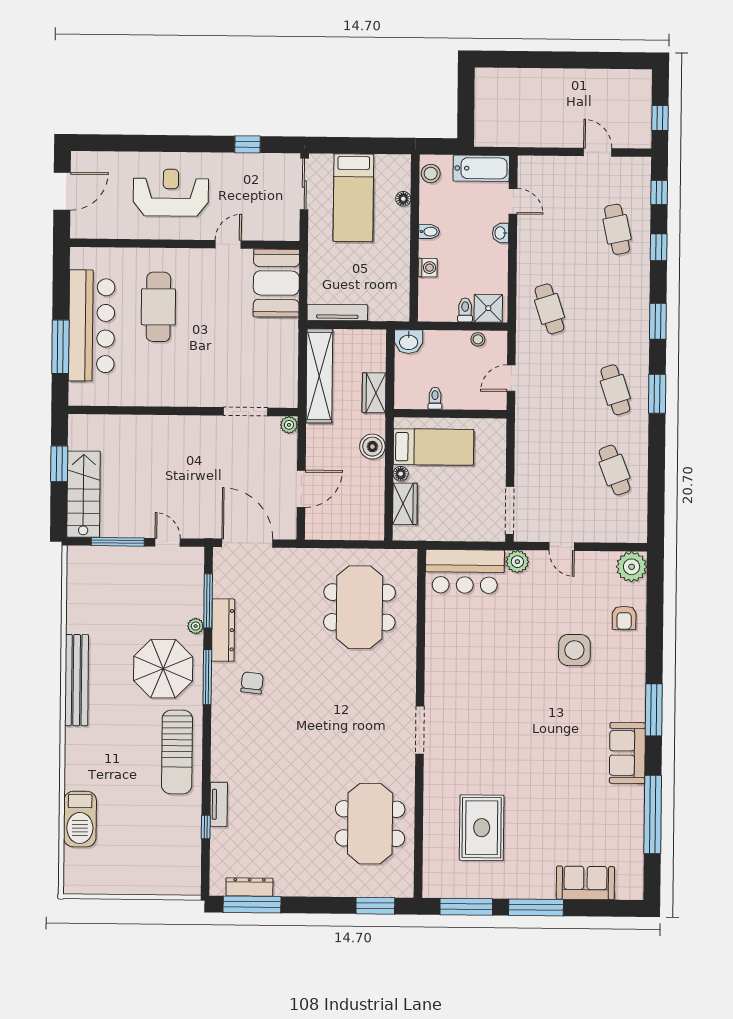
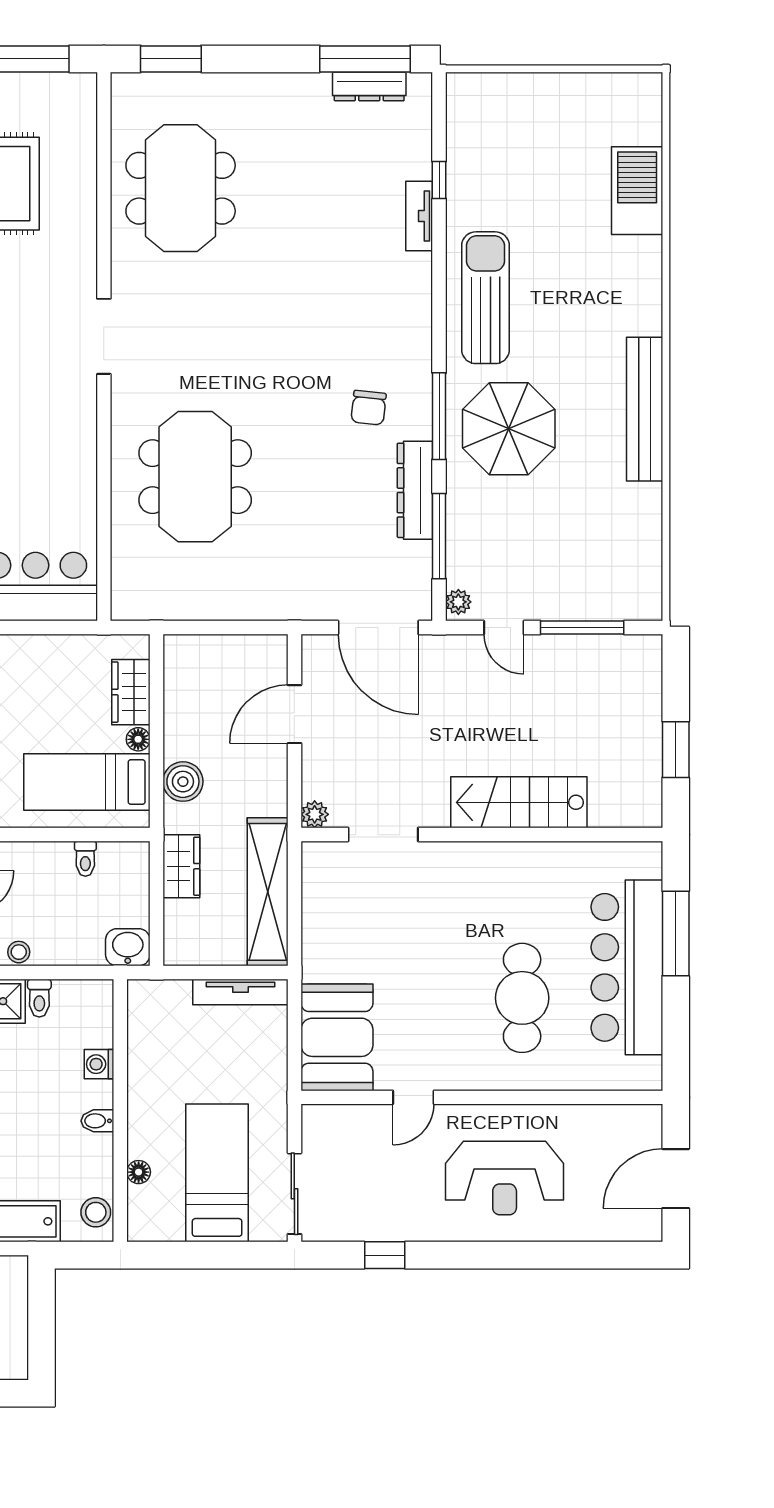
stairs: (84, 494) -> (519, 802), moved, turned 90
meeting table: (359, 607) -> (195, 477), moved
plant: (196, 626) -> (458, 602), moved

